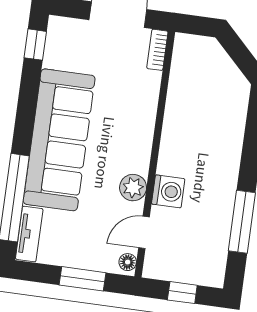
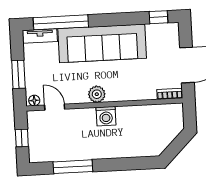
plant: (133, 188) -> (97, 94), moved
washing machine: (168, 191) -> (106, 116), moved

